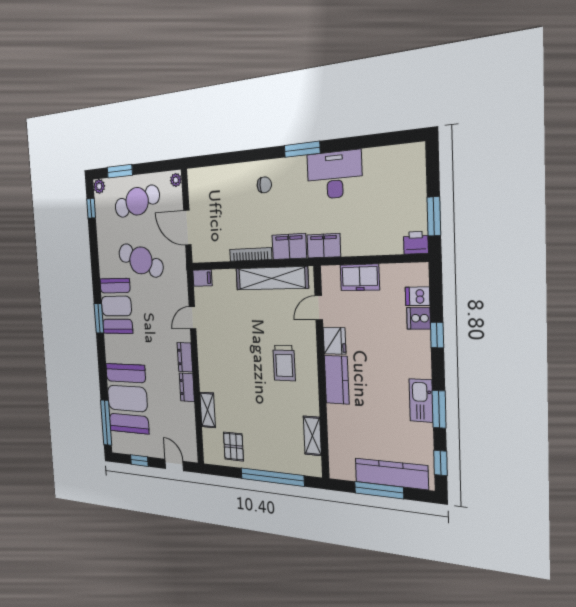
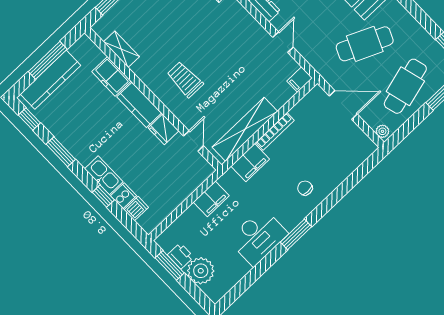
chair: (264, 185) -> (305, 188), turned 90
plant: (410, 186) -> (201, 271), added
printer: (416, 243) -> (180, 256), moved, turned -90
filing cabinet: (324, 246) -> (211, 199), moved
freezer: (360, 277) -> (111, 76), moved, turned -90
kitchen sink: (421, 400) -> (104, 175), moved

